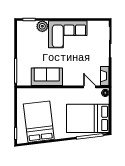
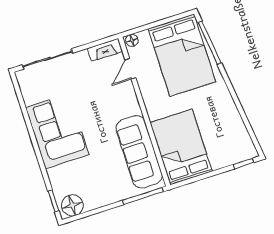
plant: (42, 26) -> (57, 176), removed
floor lamp: (23, 29) -> (72, 205), added
sofa: (47, 77) -> (139, 152), width x1.36
bed: (39, 122) -> (181, 147), moved, turned 97

